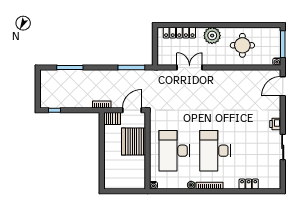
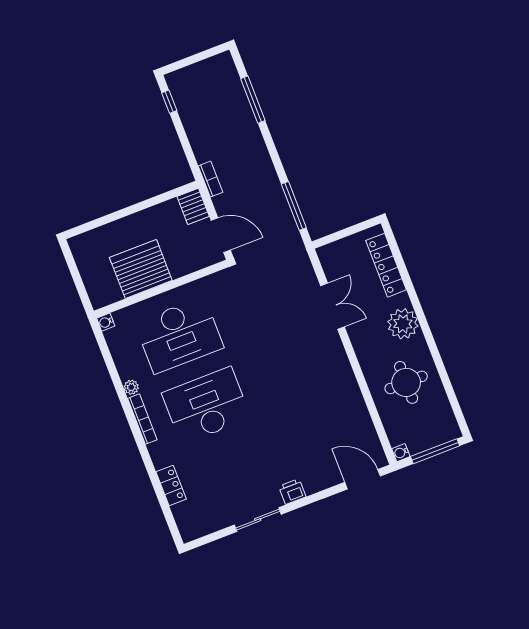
server rack: (133, 141) -> (141, 269), moved
desk: (174, 151) -> (179, 335), turned 180

